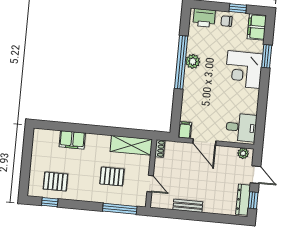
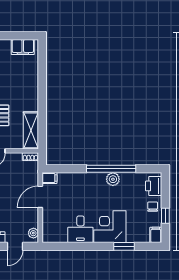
filing cabinet: (257, 27) -> (156, 235), width x0.50
desk: (241, 127) -> (80, 229), moved
filing cabinet: (72, 140) -> (23, 47), moved, turned -90

